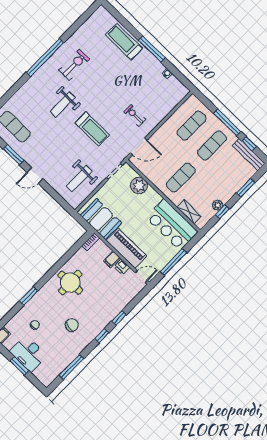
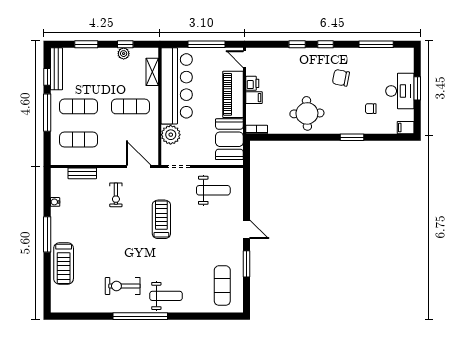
weight bench: (62, 104) -> (166, 296), moved
bench: (168, 108) -> (82, 173), added
bar counter: (172, 225) -> (177, 86), width x1.36

